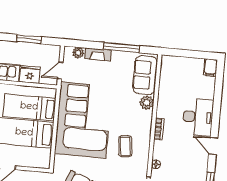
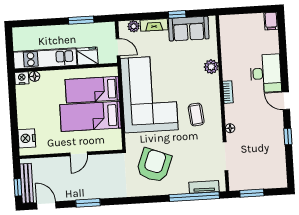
window: (122, 48) -> (177, 14), width x0.46
door: (60, 71) -> (118, 47), swing flipped
sofa: (145, 75) -> (189, 29), moved, turned -90

